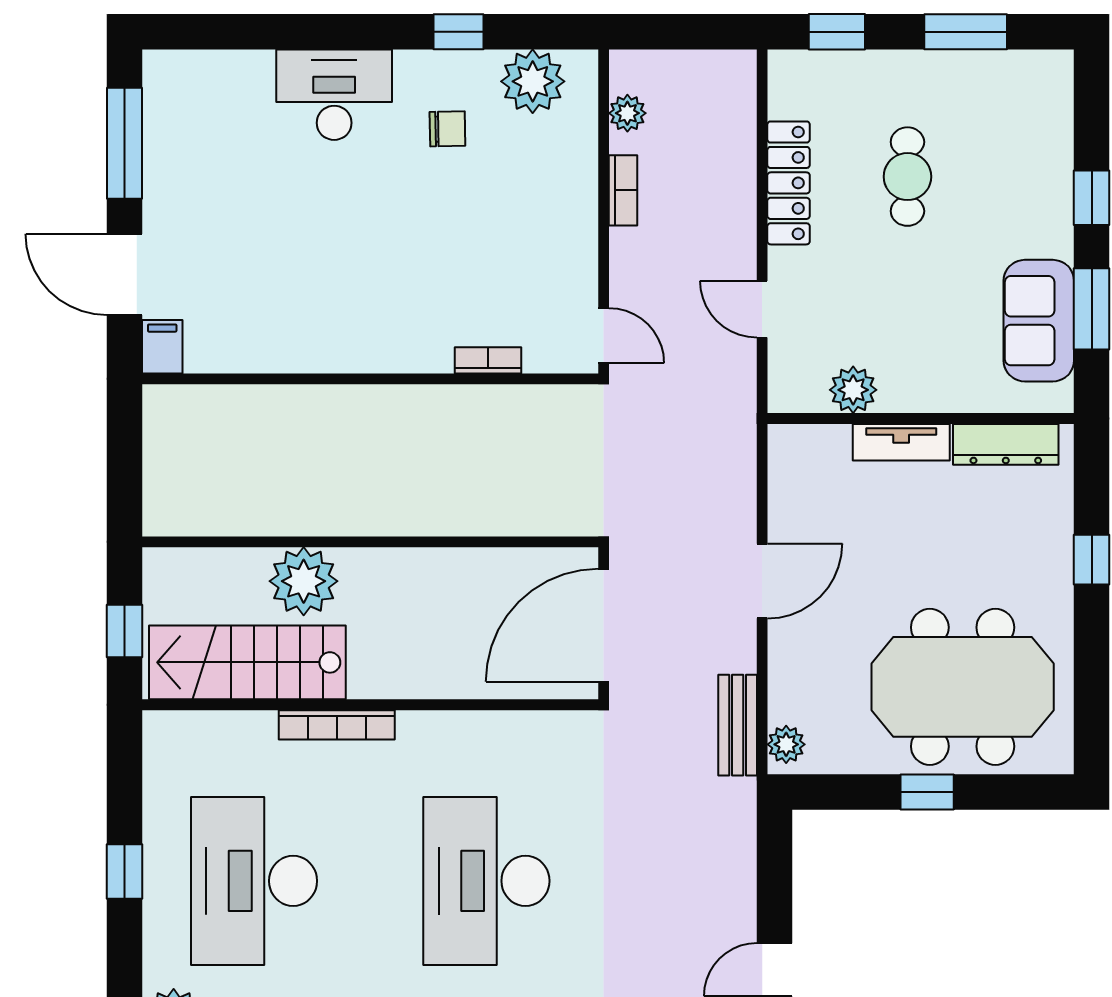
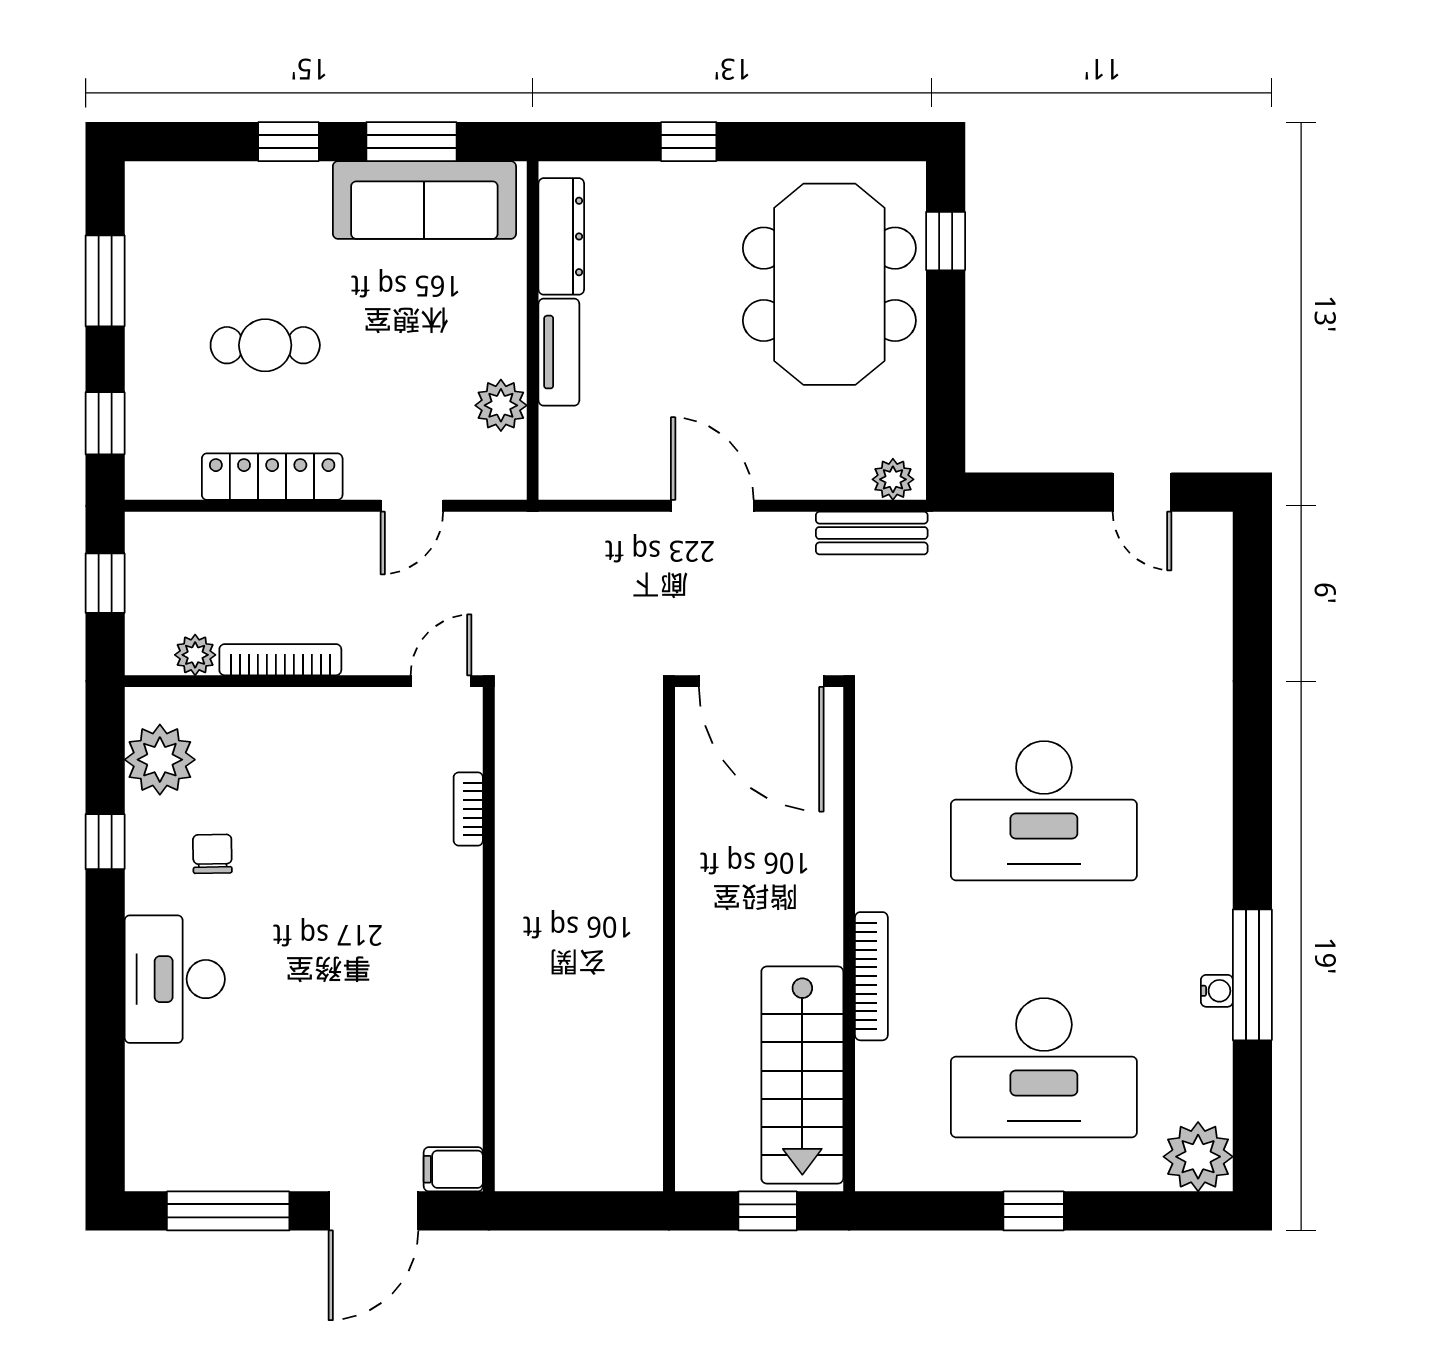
window: (692, 32) -> (105, 583), added
bookcase: (623, 190) -> (280, 660), width x1.56
sofa: (1039, 321) -> (424, 200), width x1.36
plant: (304, 581) -> (713, 1013), removed
window: (927, 792) -> (946, 241), moved

